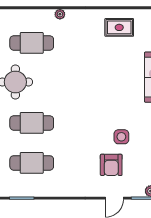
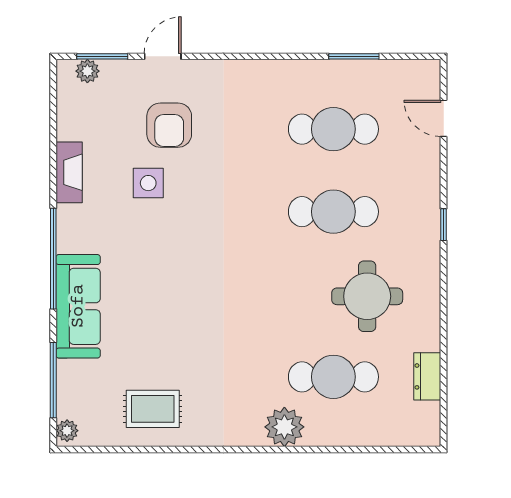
plant: (60, 14) -> (284, 427), width x1.87, depth x1.87
armchair: (111, 165) -> (169, 125), turned 180

